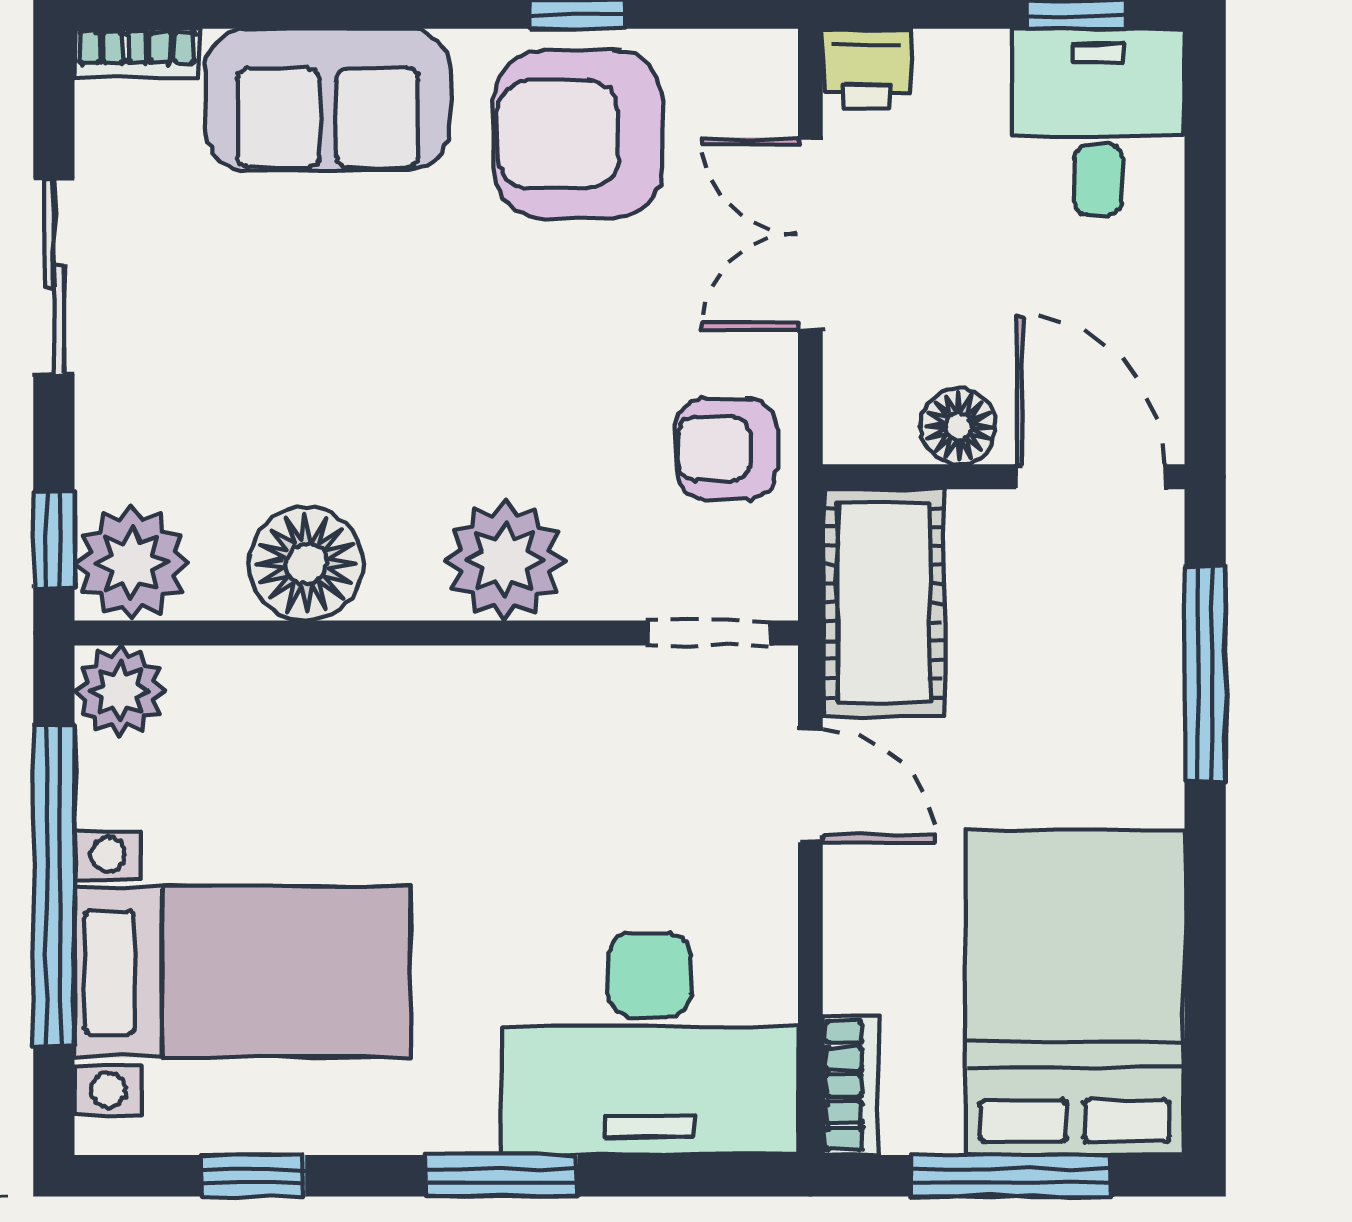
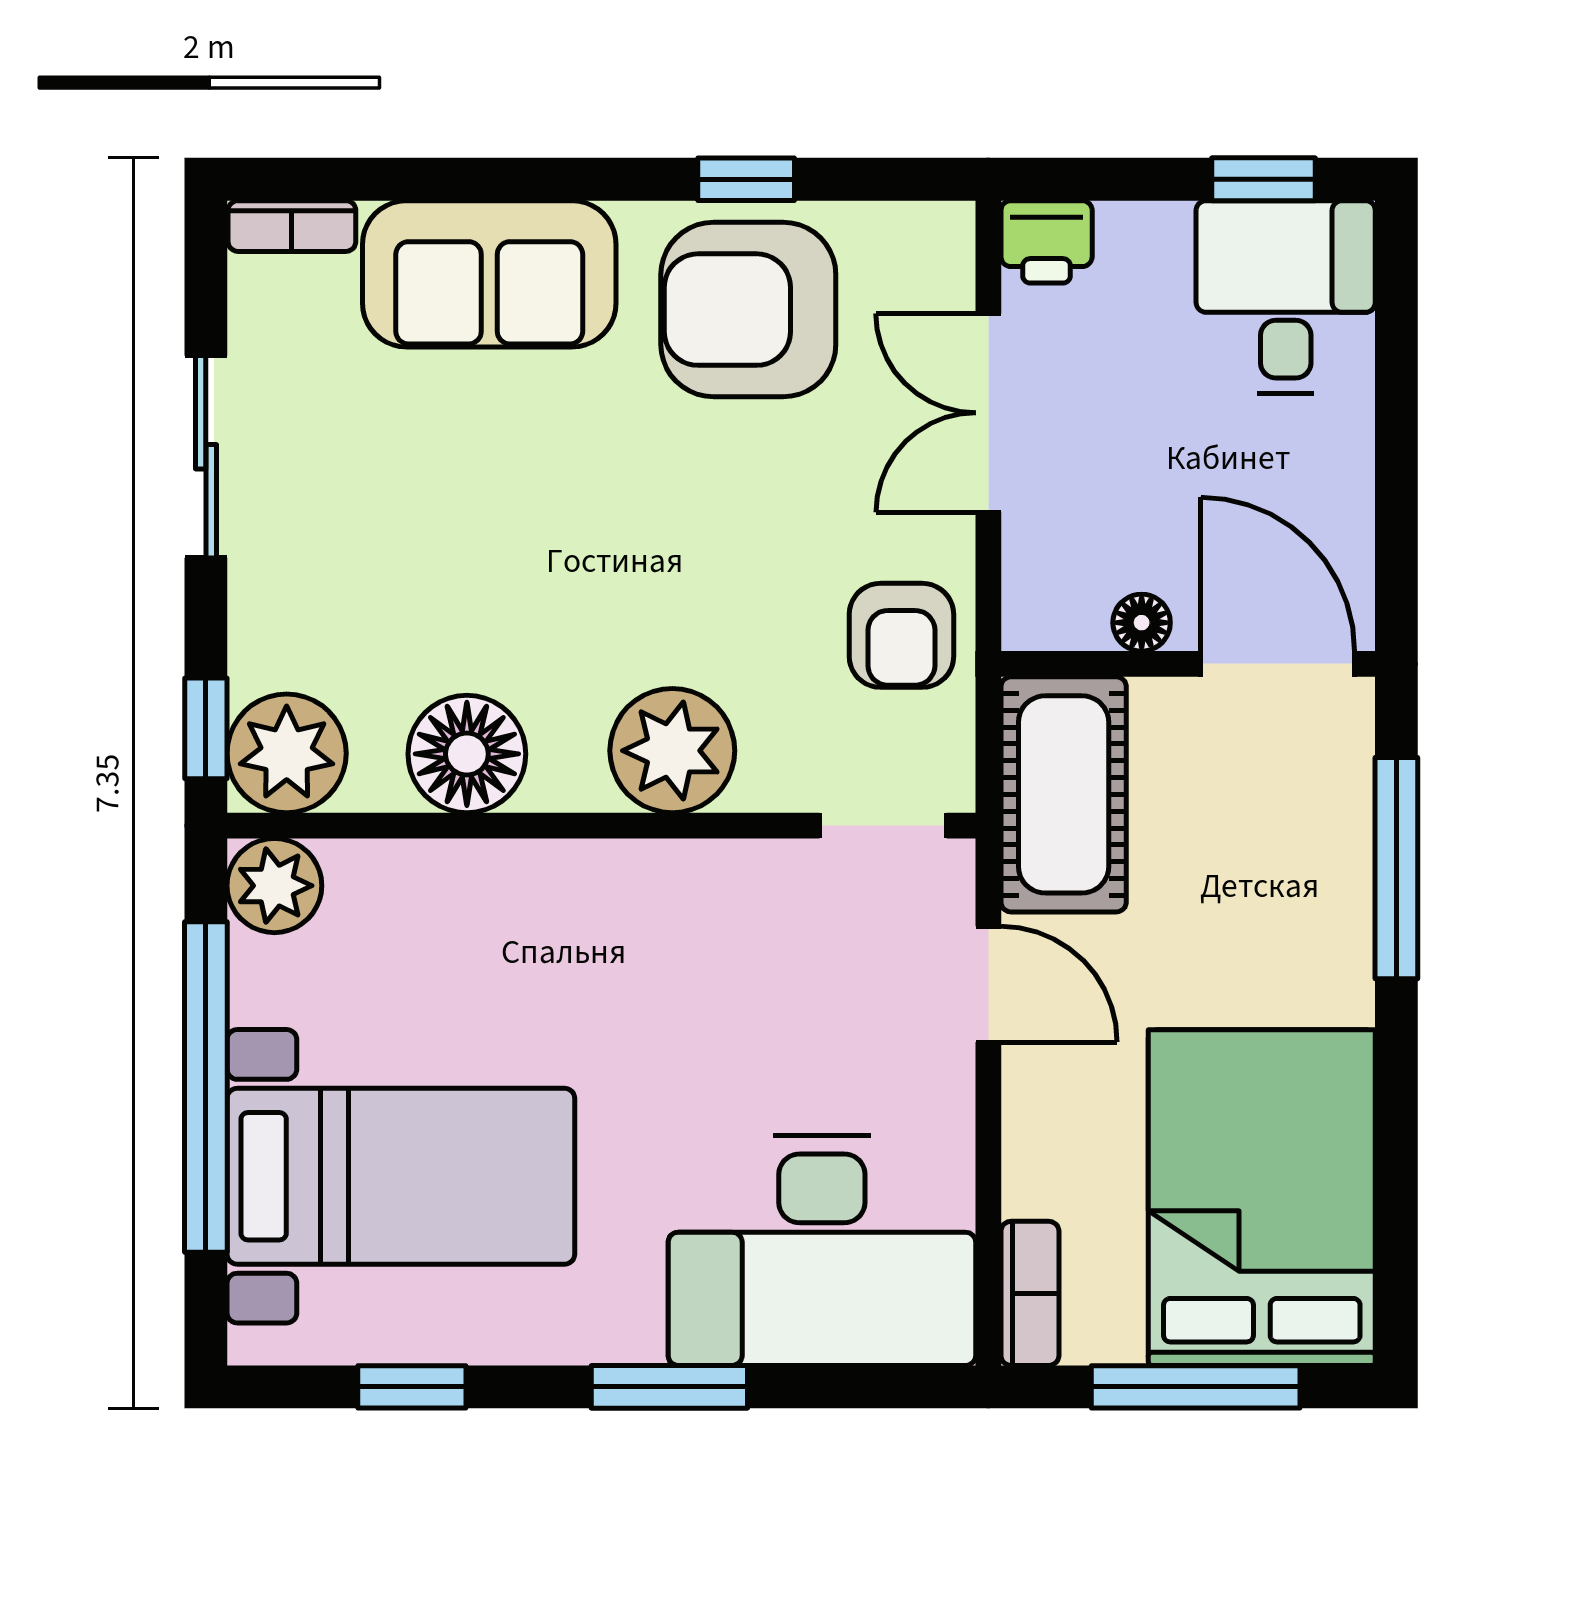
floor lamp: (959, 426) -> (1142, 623), width x0.73, depth x0.73
armchair: (726, 449) -> (901, 635), turned -90

